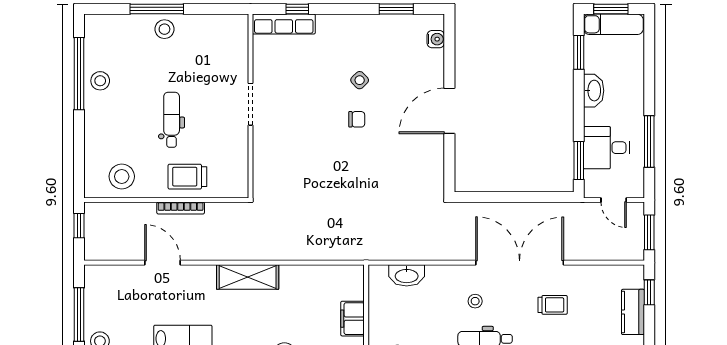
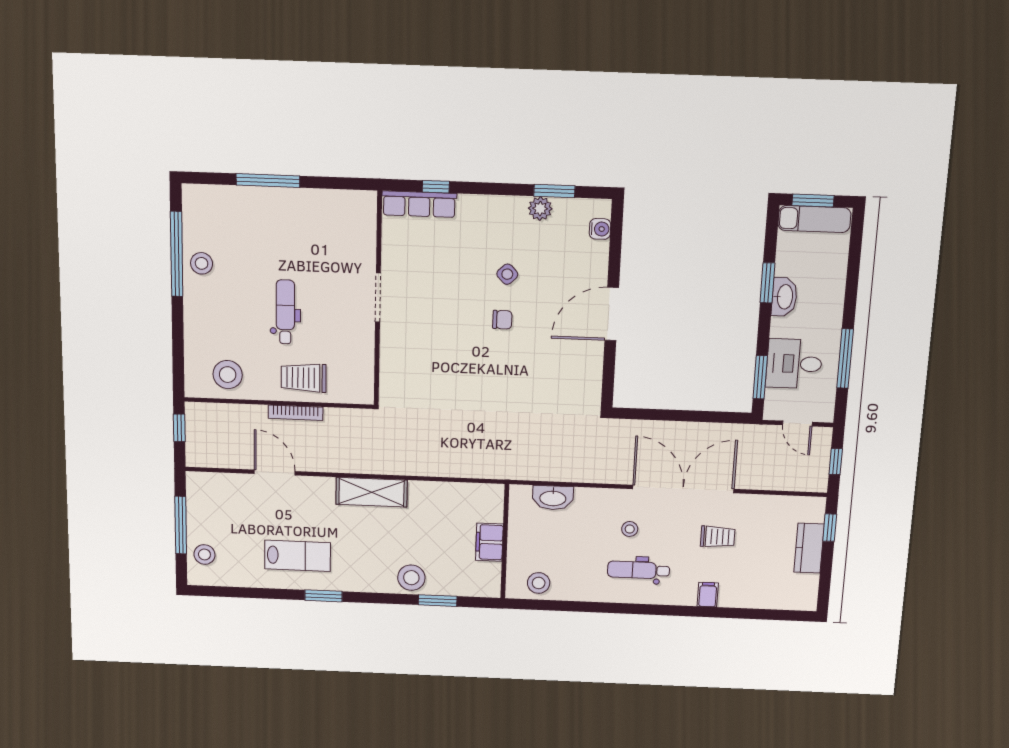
plant: (385, 24) -> (540, 209), added
stool: (164, 29) -> (277, 205), removed
window: (579, 52) -> (768, 283), moved
window: (649, 232) -> (836, 461), width x0.67

